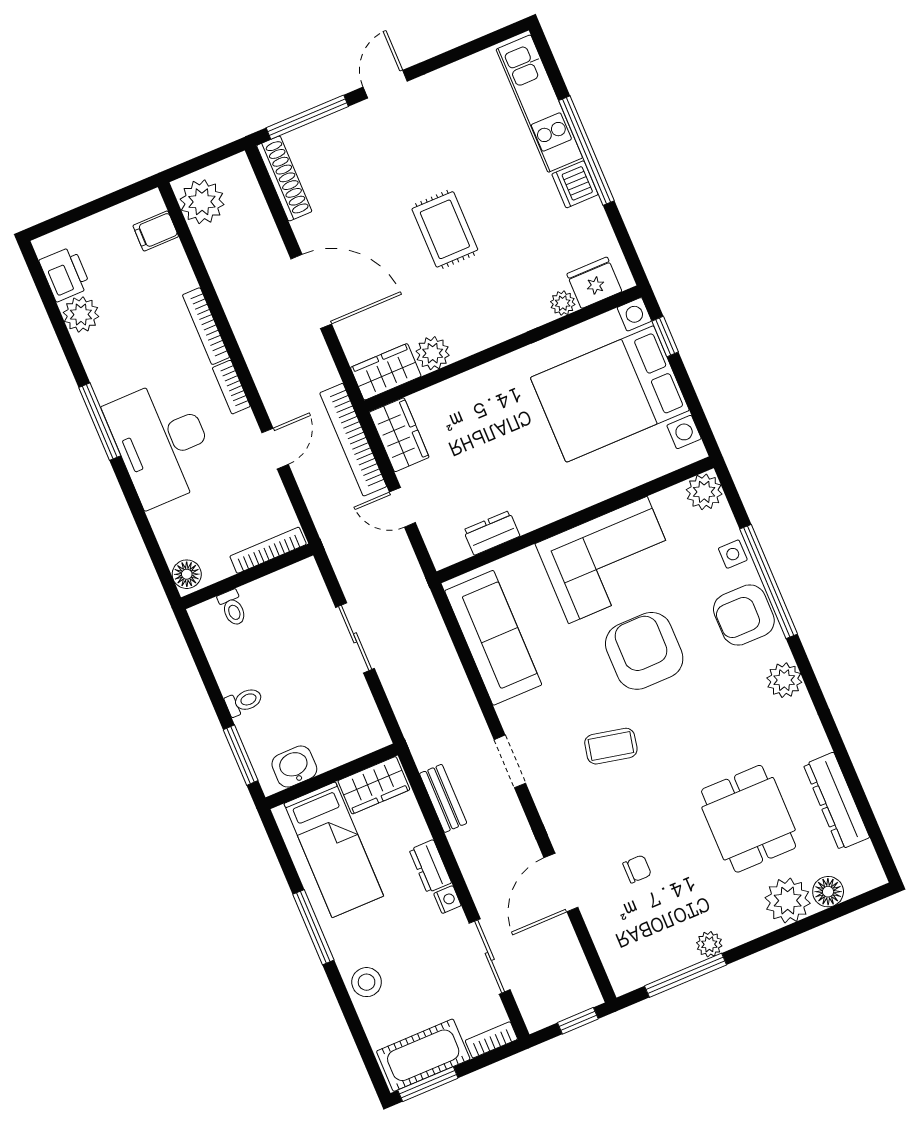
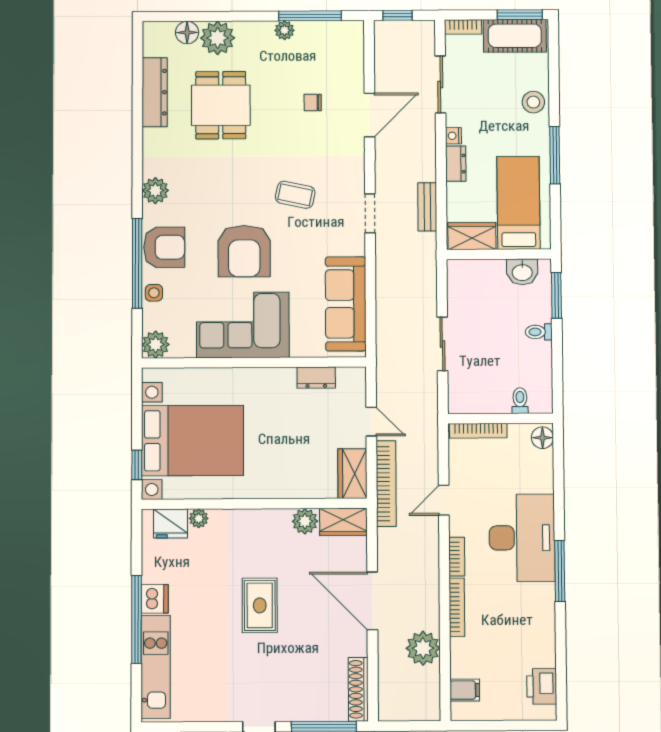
plant: (202, 202) -> (423, 648), moved
plant: (81, 315) -> (542, 653), removed

